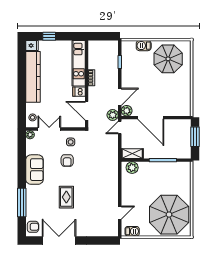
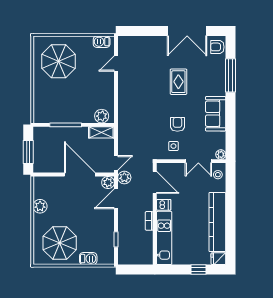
plant: (185, 90) -> (40, 206), added
parasol: (169, 215) -> (59, 61), width x0.73, depth x0.73

